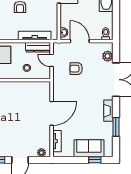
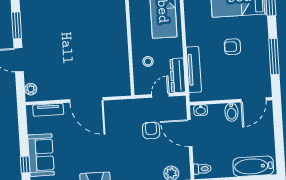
bidet: (67, 11) -> (231, 112), added
door: (80, 41) -> (190, 133), swing flipped

